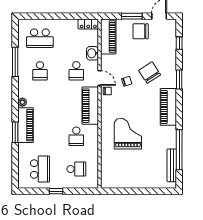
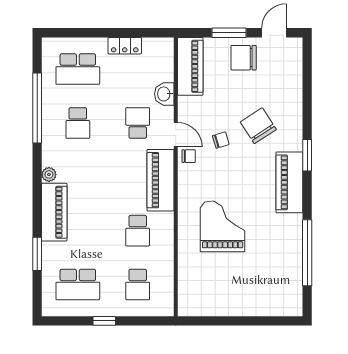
locker: (88, 24) -> (125, 46), moved
window: (179, 43) -> (307, 77), removed
window: (15, 62) -> (37, 108), width x1.46
school desk: (76, 71) -> (138, 123), turned 180
window: (179, 79) -> (307, 155), moved
window: (15, 132) -> (37, 254), moved
bench: (172, 165) -> (295, 278), removed
school desk: (40, 169) -> (78, 284), turned 90
school desk: (76, 169) -> (138, 284), turned 90

